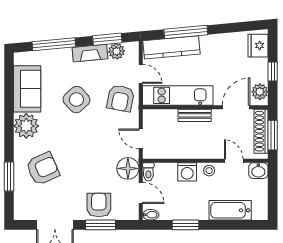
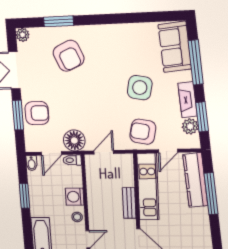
sofa: (27, 89) -> (175, 47), moved, turned 85
side table: (76, 100) -> (140, 88), turned -37
plant: (26, 126) -> (23, 35), moved, width x0.53, depth x0.53

